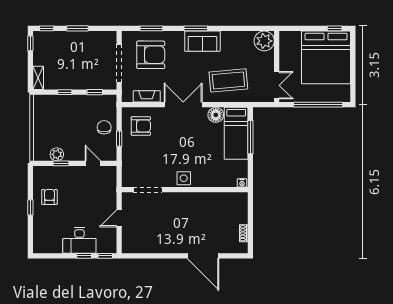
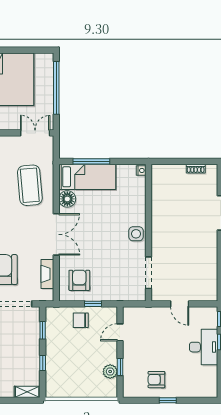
double door: (183, 105) -> (56, 234), swing flipped

